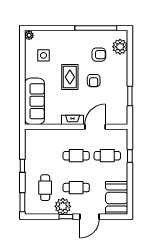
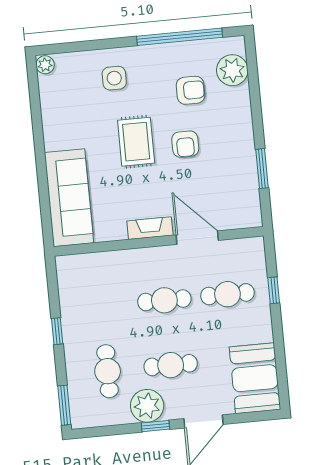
side table: (43, 55) -> (114, 78), moved
door: (95, 127) -> (197, 238), hinge flipped

